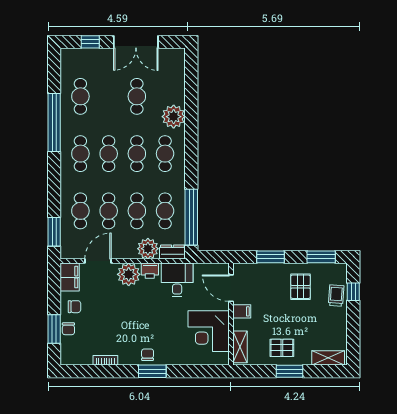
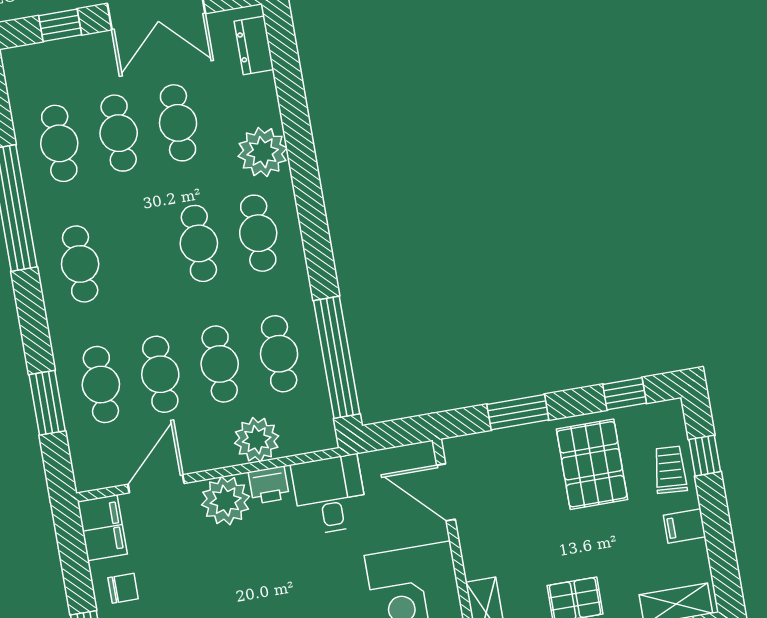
cafe table: (109, 154) -> (119, 133), moved
window: (54, 232) -> (47, 403), moved
dresser: (172, 252) -> (254, 45), moved, turned -90
window: (321, 257) -> (625, 394), width x0.67
pallet: (301, 287) -> (592, 464), width x1.50, depth x1.42
filing cabinet: (242, 311) -> (684, 526), moved, turned 180

